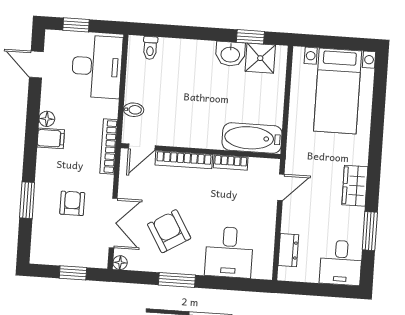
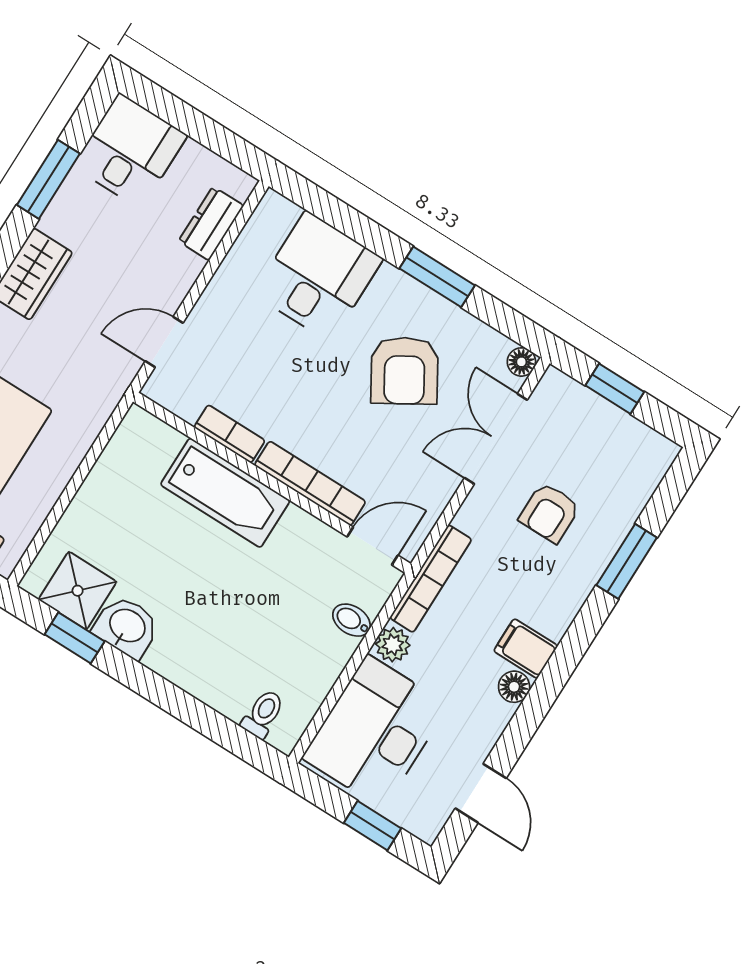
plant: (110, 109) -> (393, 645), added
bathtub: (252, 138) -> (225, 493), moved

